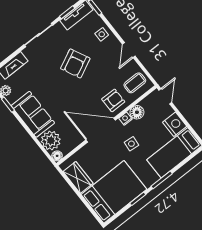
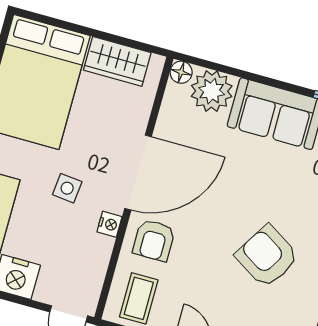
armchair: (75, 63) -> (267, 256), turned -32
floor lamp: (137, 112) -> (98, 250), removed

